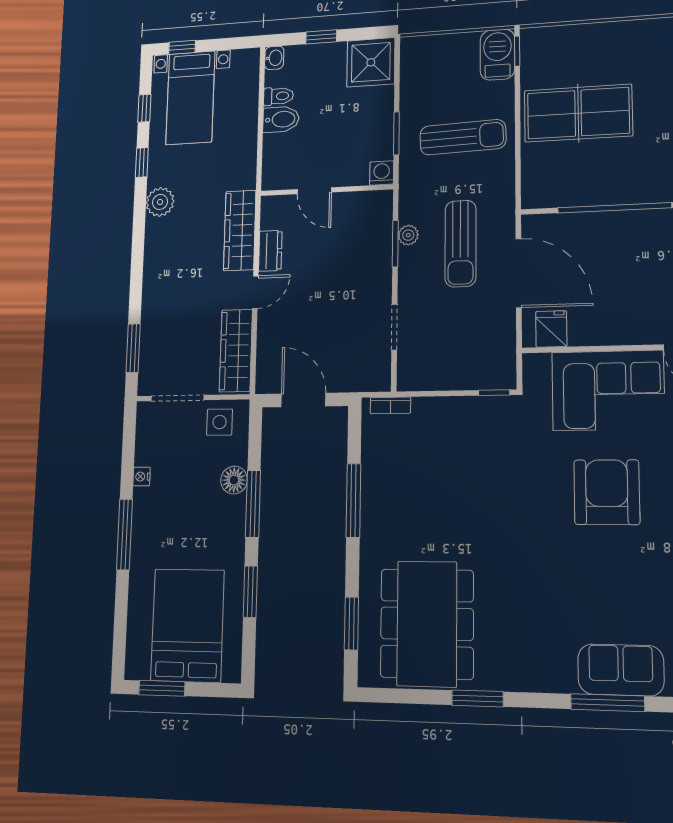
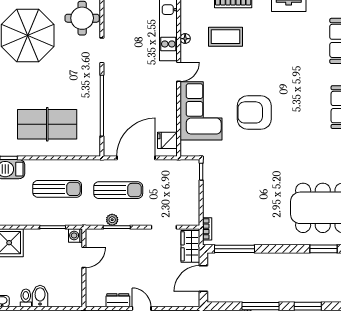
table tennis table: (578, 113) -> (47, 124), turned 90
sun lounger: (463, 137) -> (57, 189), turned 92
door: (314, 191) -> (84, 257), moved
wardrobe: (360, 375) -> (190, 246), added
window: (353, 501) -> (235, 249), moved

